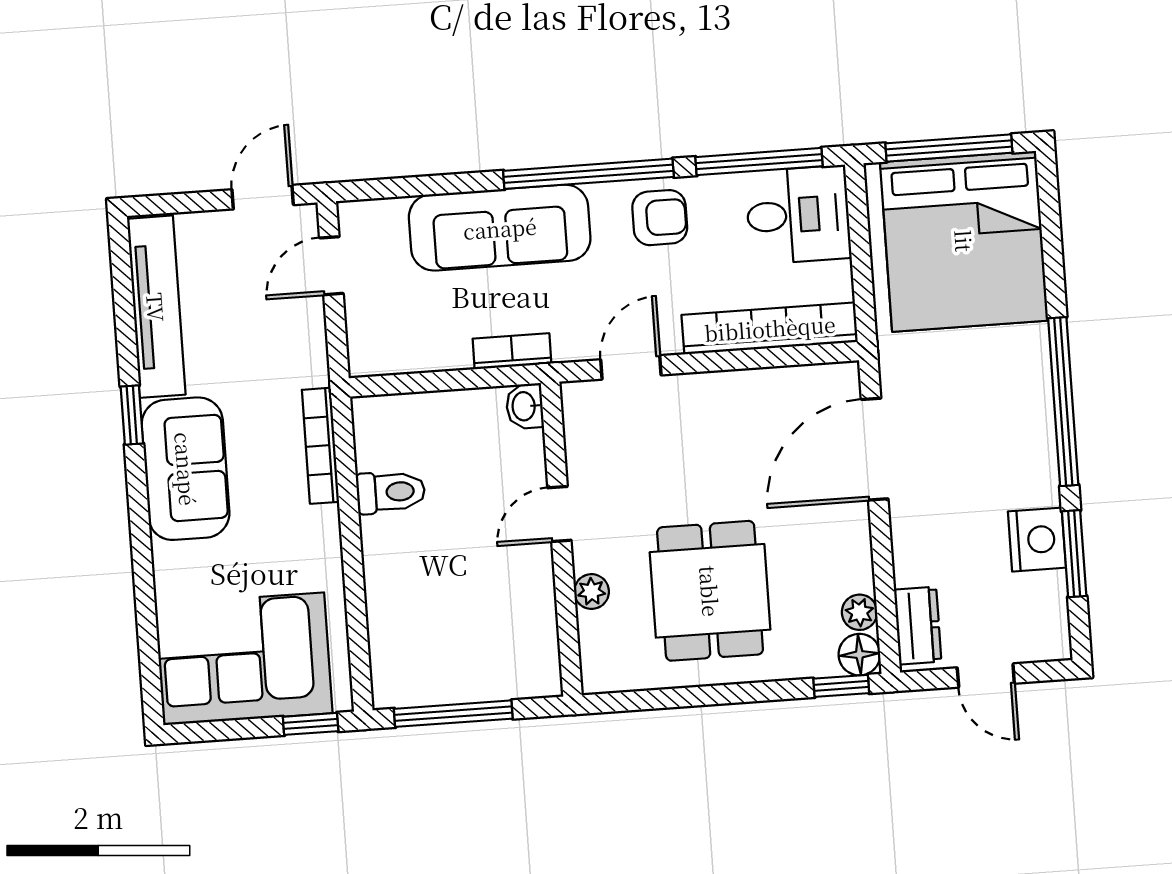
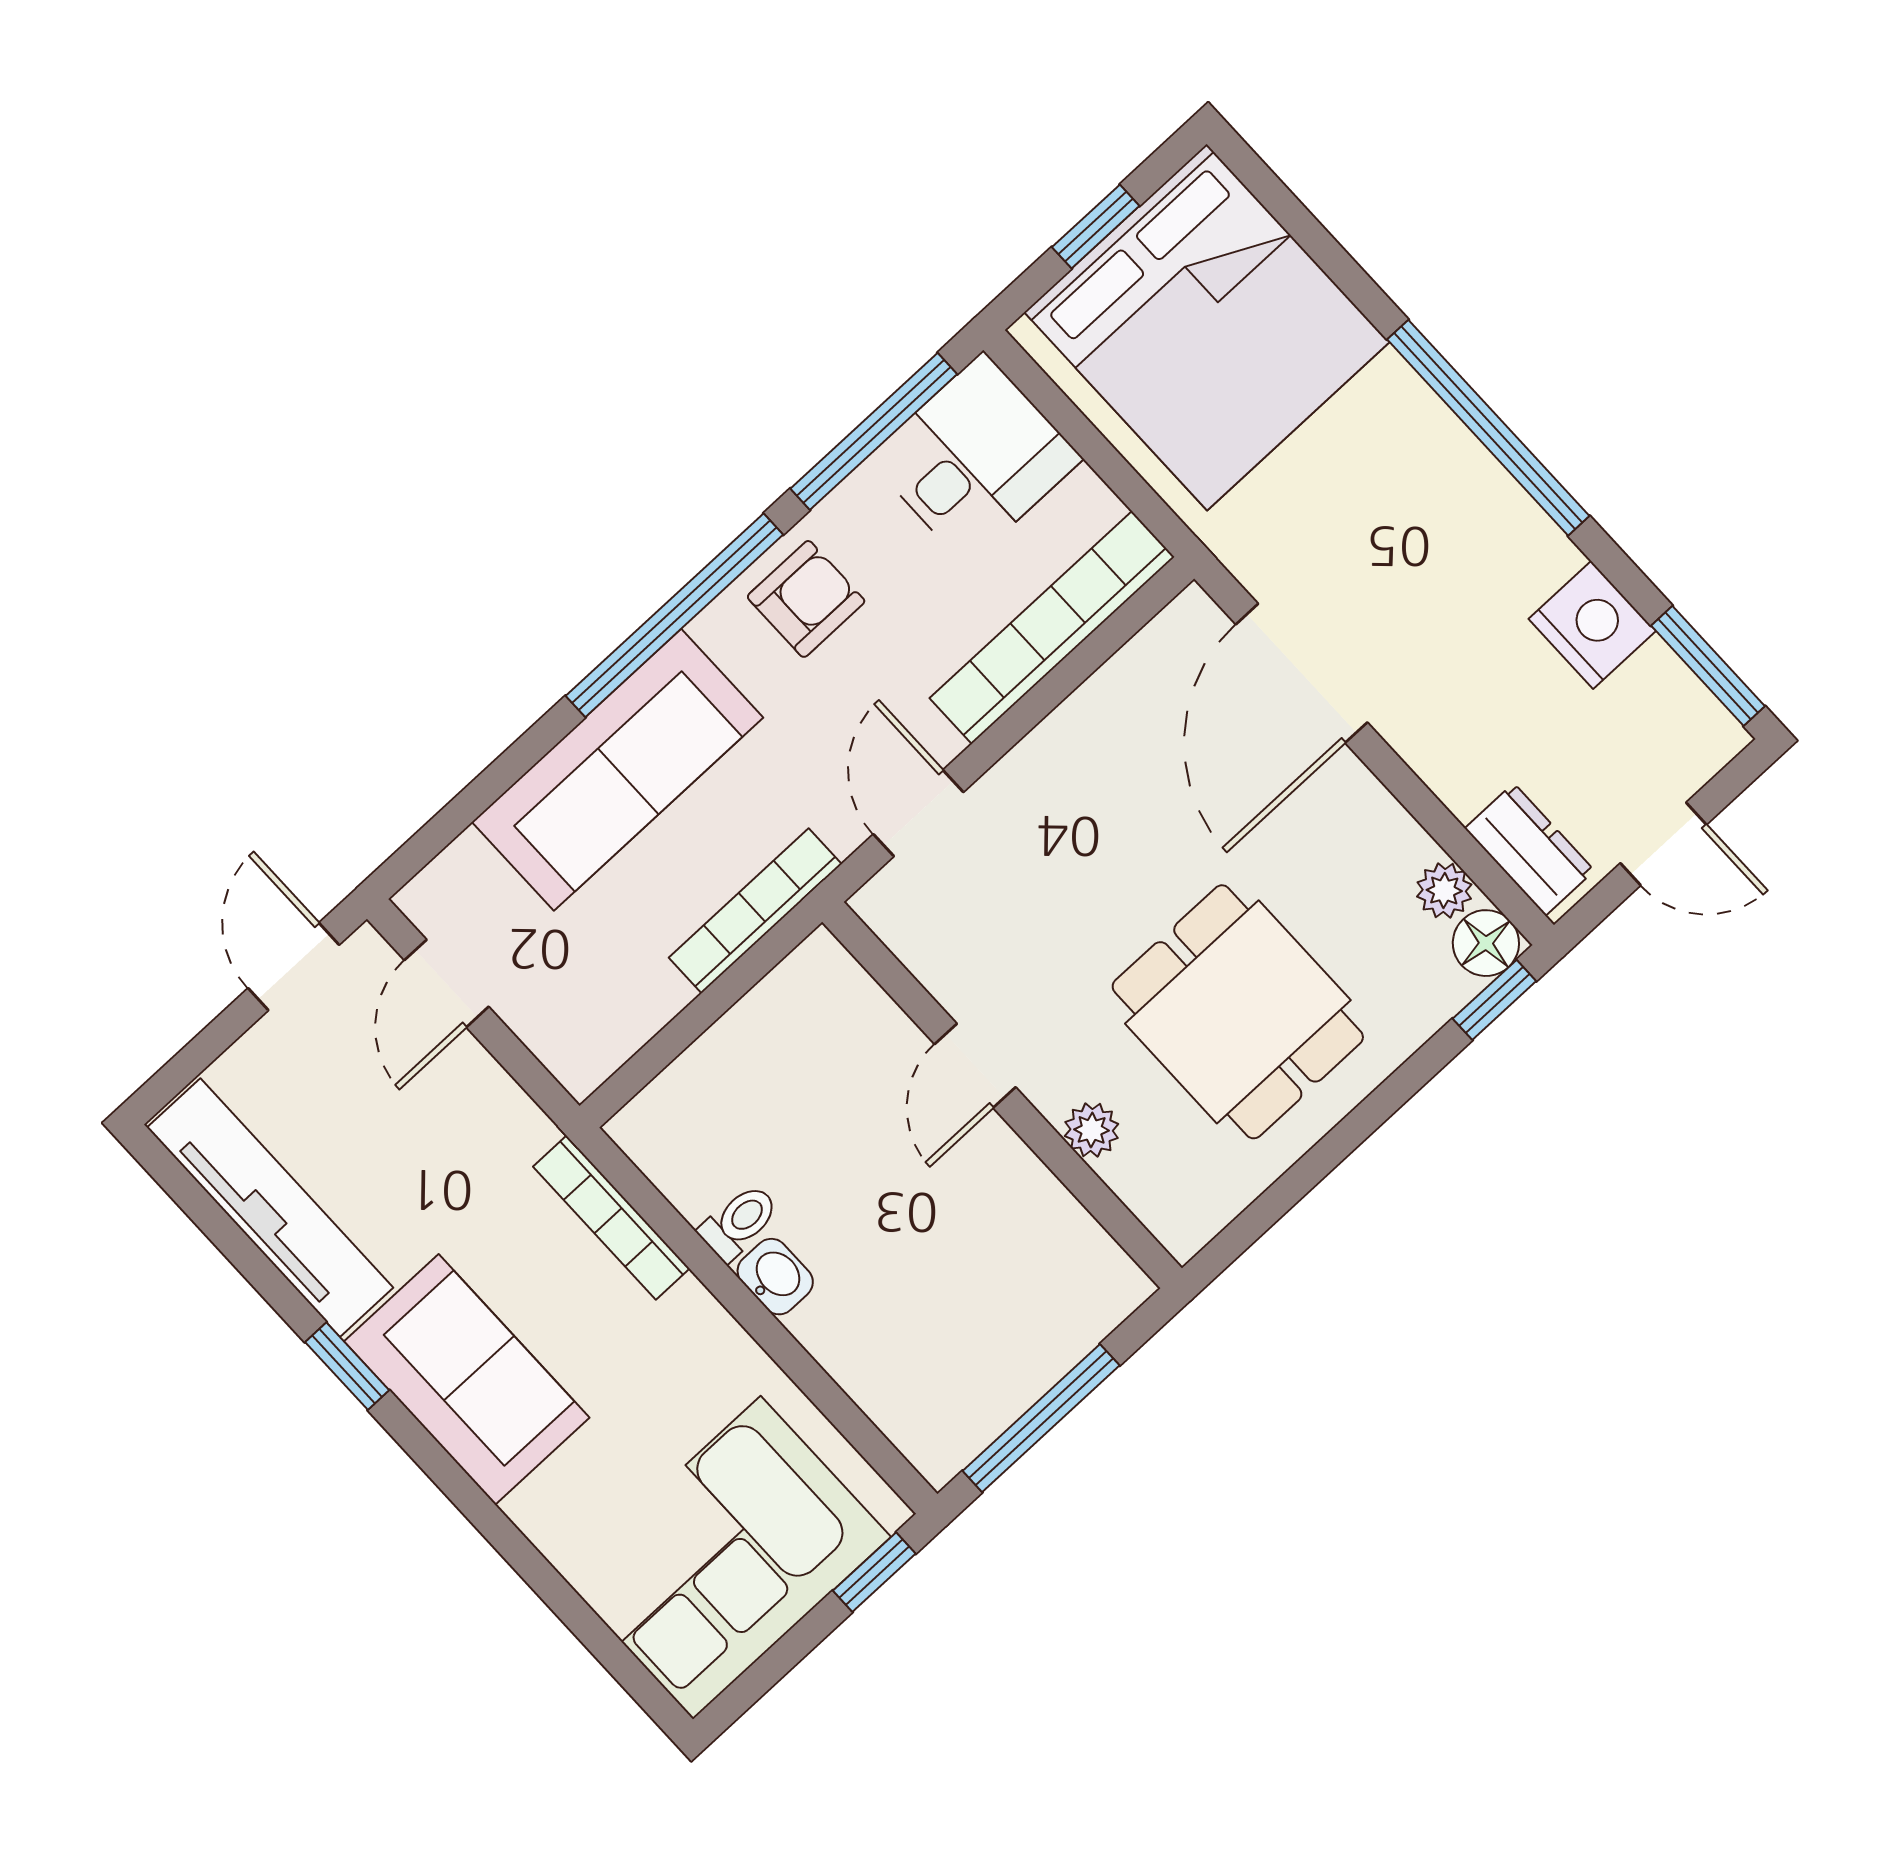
window: (949, 148) -> (1096, 226), width x0.46
bookcase: (512, 351) -> (755, 911), width x1.56
washbasin: (525, 406) -> (775, 1277), moved, turned 180
toilet: (391, 492) -> (739, 1222), width x0.73, depth x0.72
window: (1074, 554) -> (1708, 666), moved

